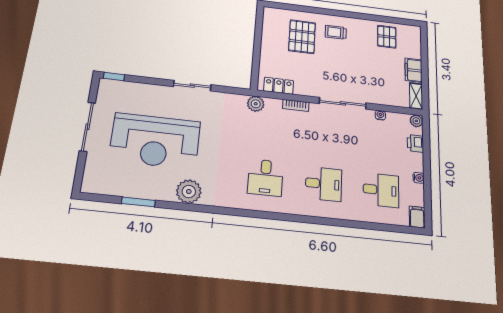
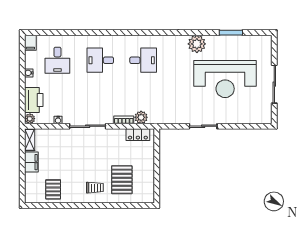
window: (114, 76) -> (262, 126), removed
plant: (256, 104) -> (141, 117), moved
reception desk: (155, 141) -> (225, 79), turned 180
printer: (415, 143) -> (34, 100), width x1.87, depth x1.48
desk: (265, 178) -> (143, 60), turned 90
desk: (381, 190) -> (57, 60), turned -90

